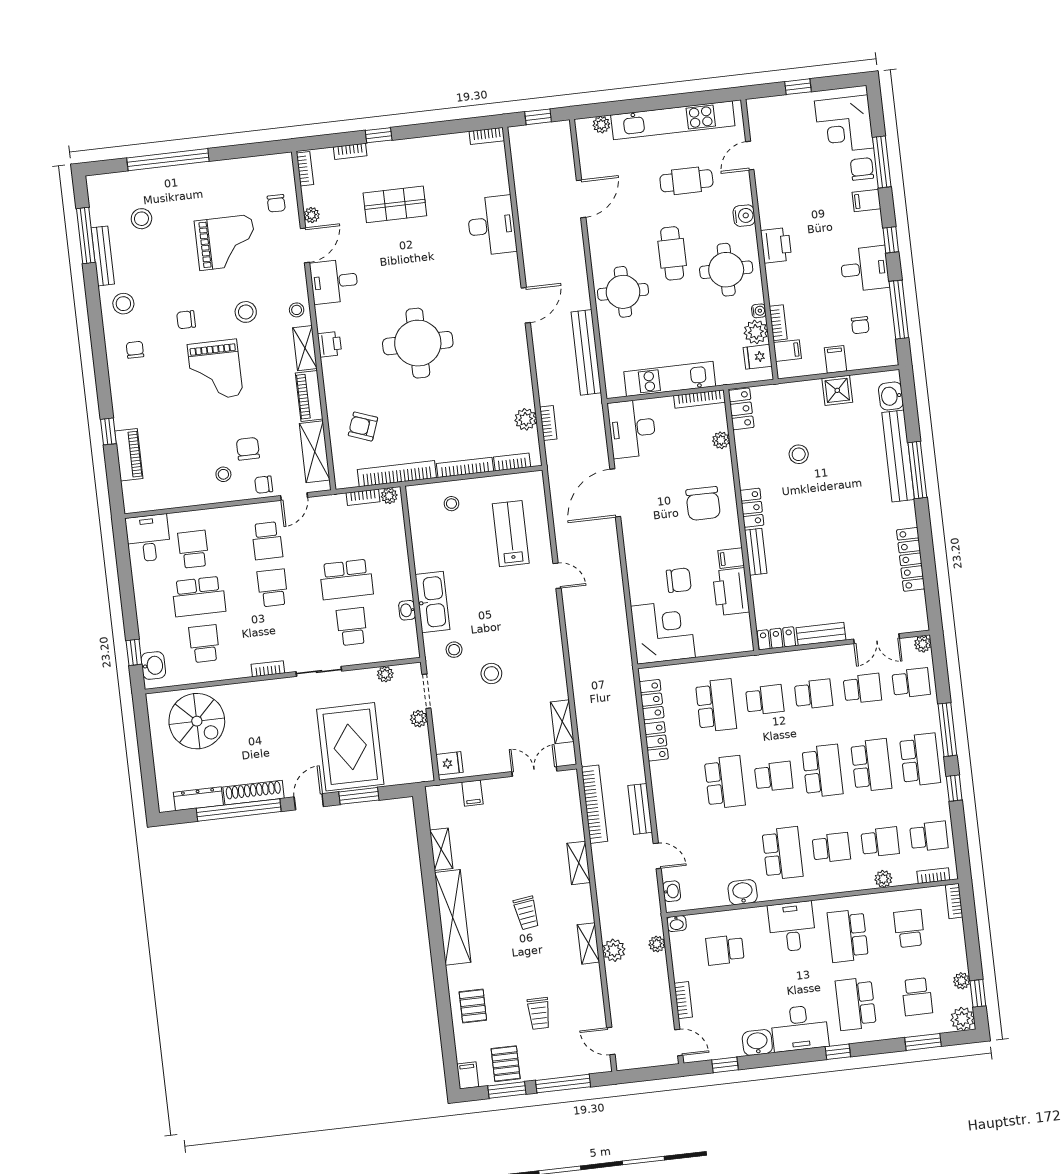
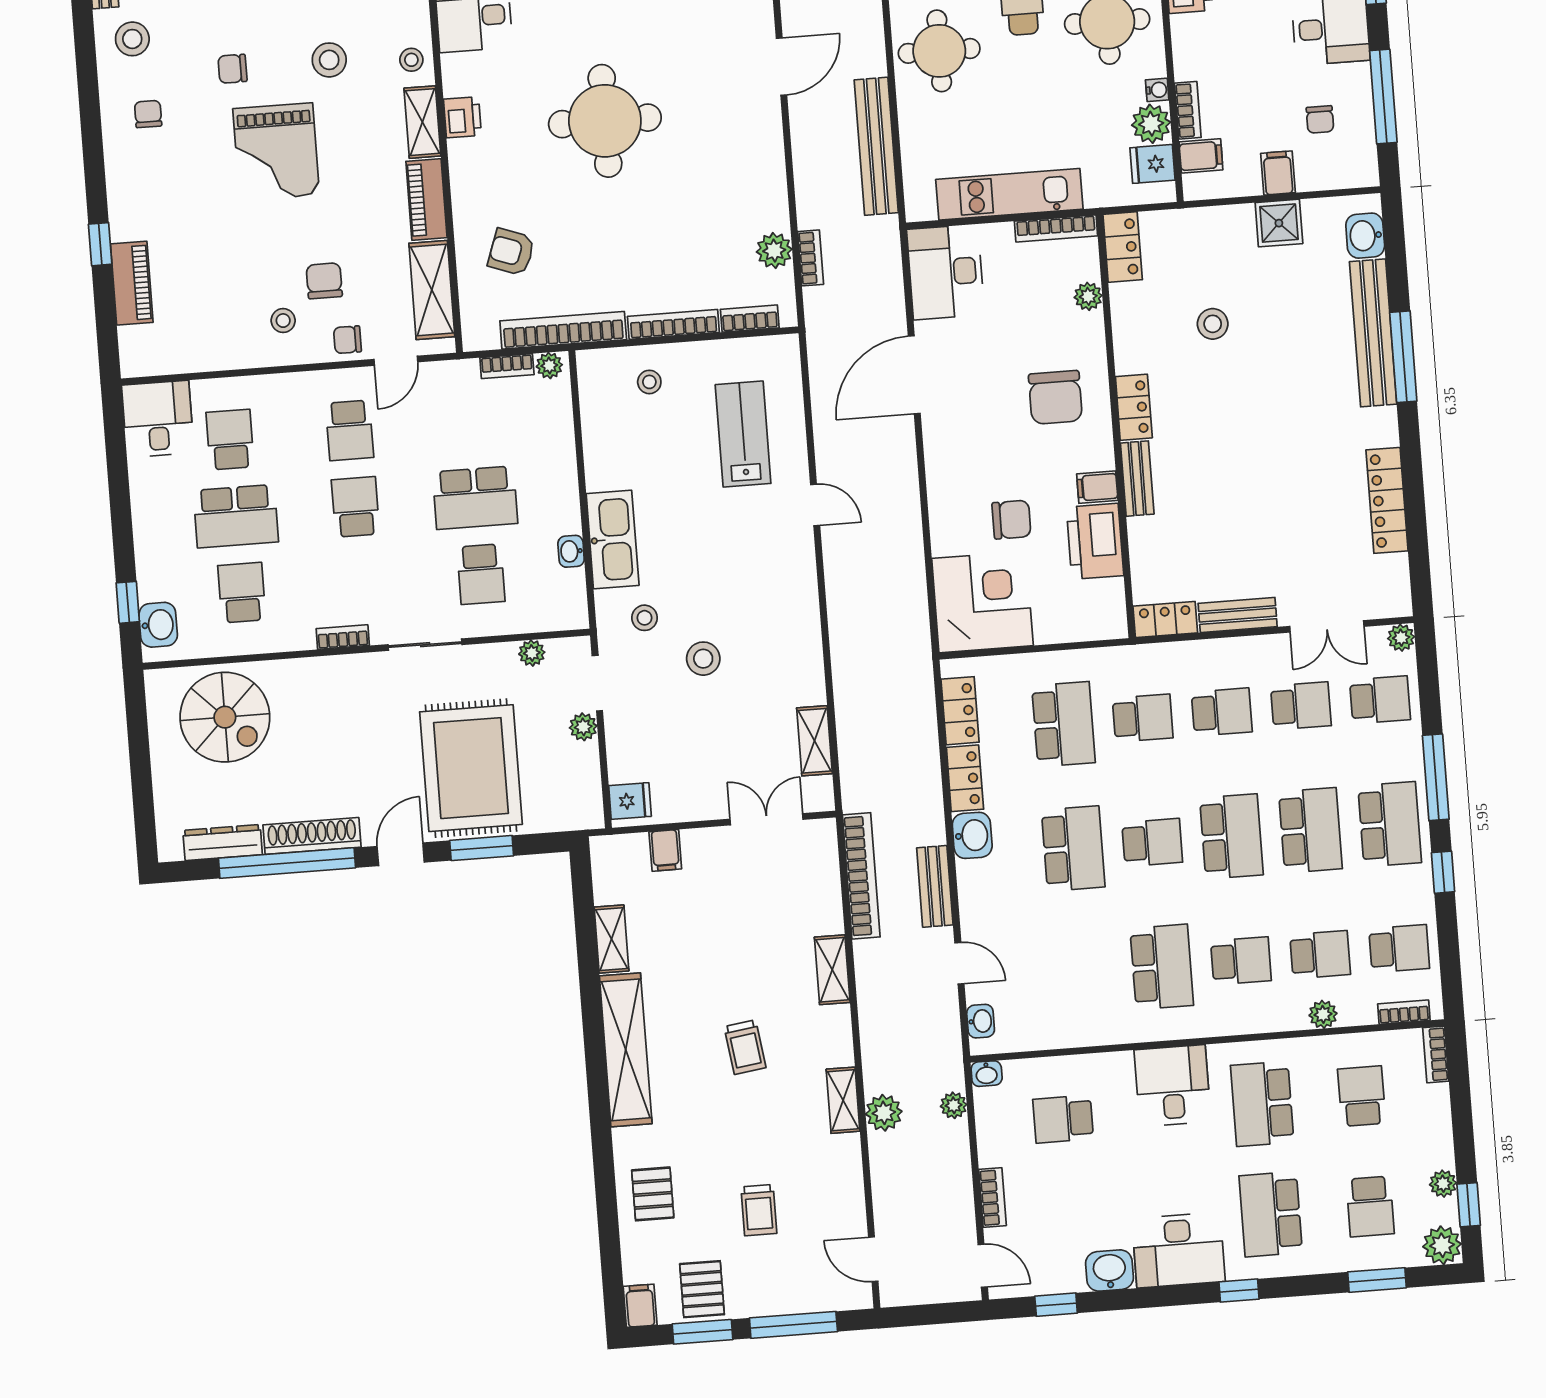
school desk: (352, 627) -> (481, 574), turned 180
washbasin: (743, 892) -> (972, 835), moved, turned 90

